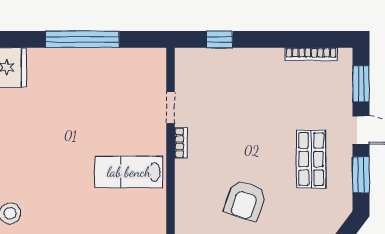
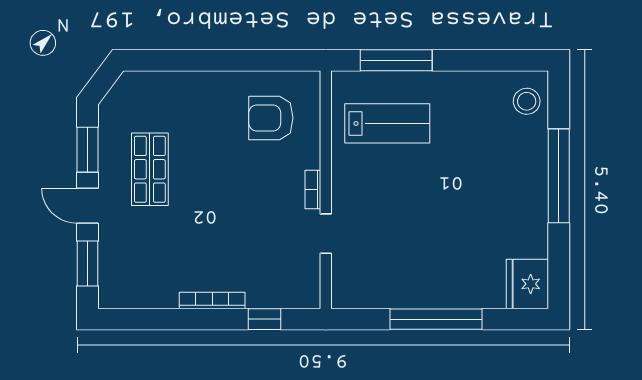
bookcase: (311, 54) -> (212, 300), moved
lab bench: (129, 172) -> (387, 123), moved
armchair: (245, 200) -> (271, 118), moved, turned -109

